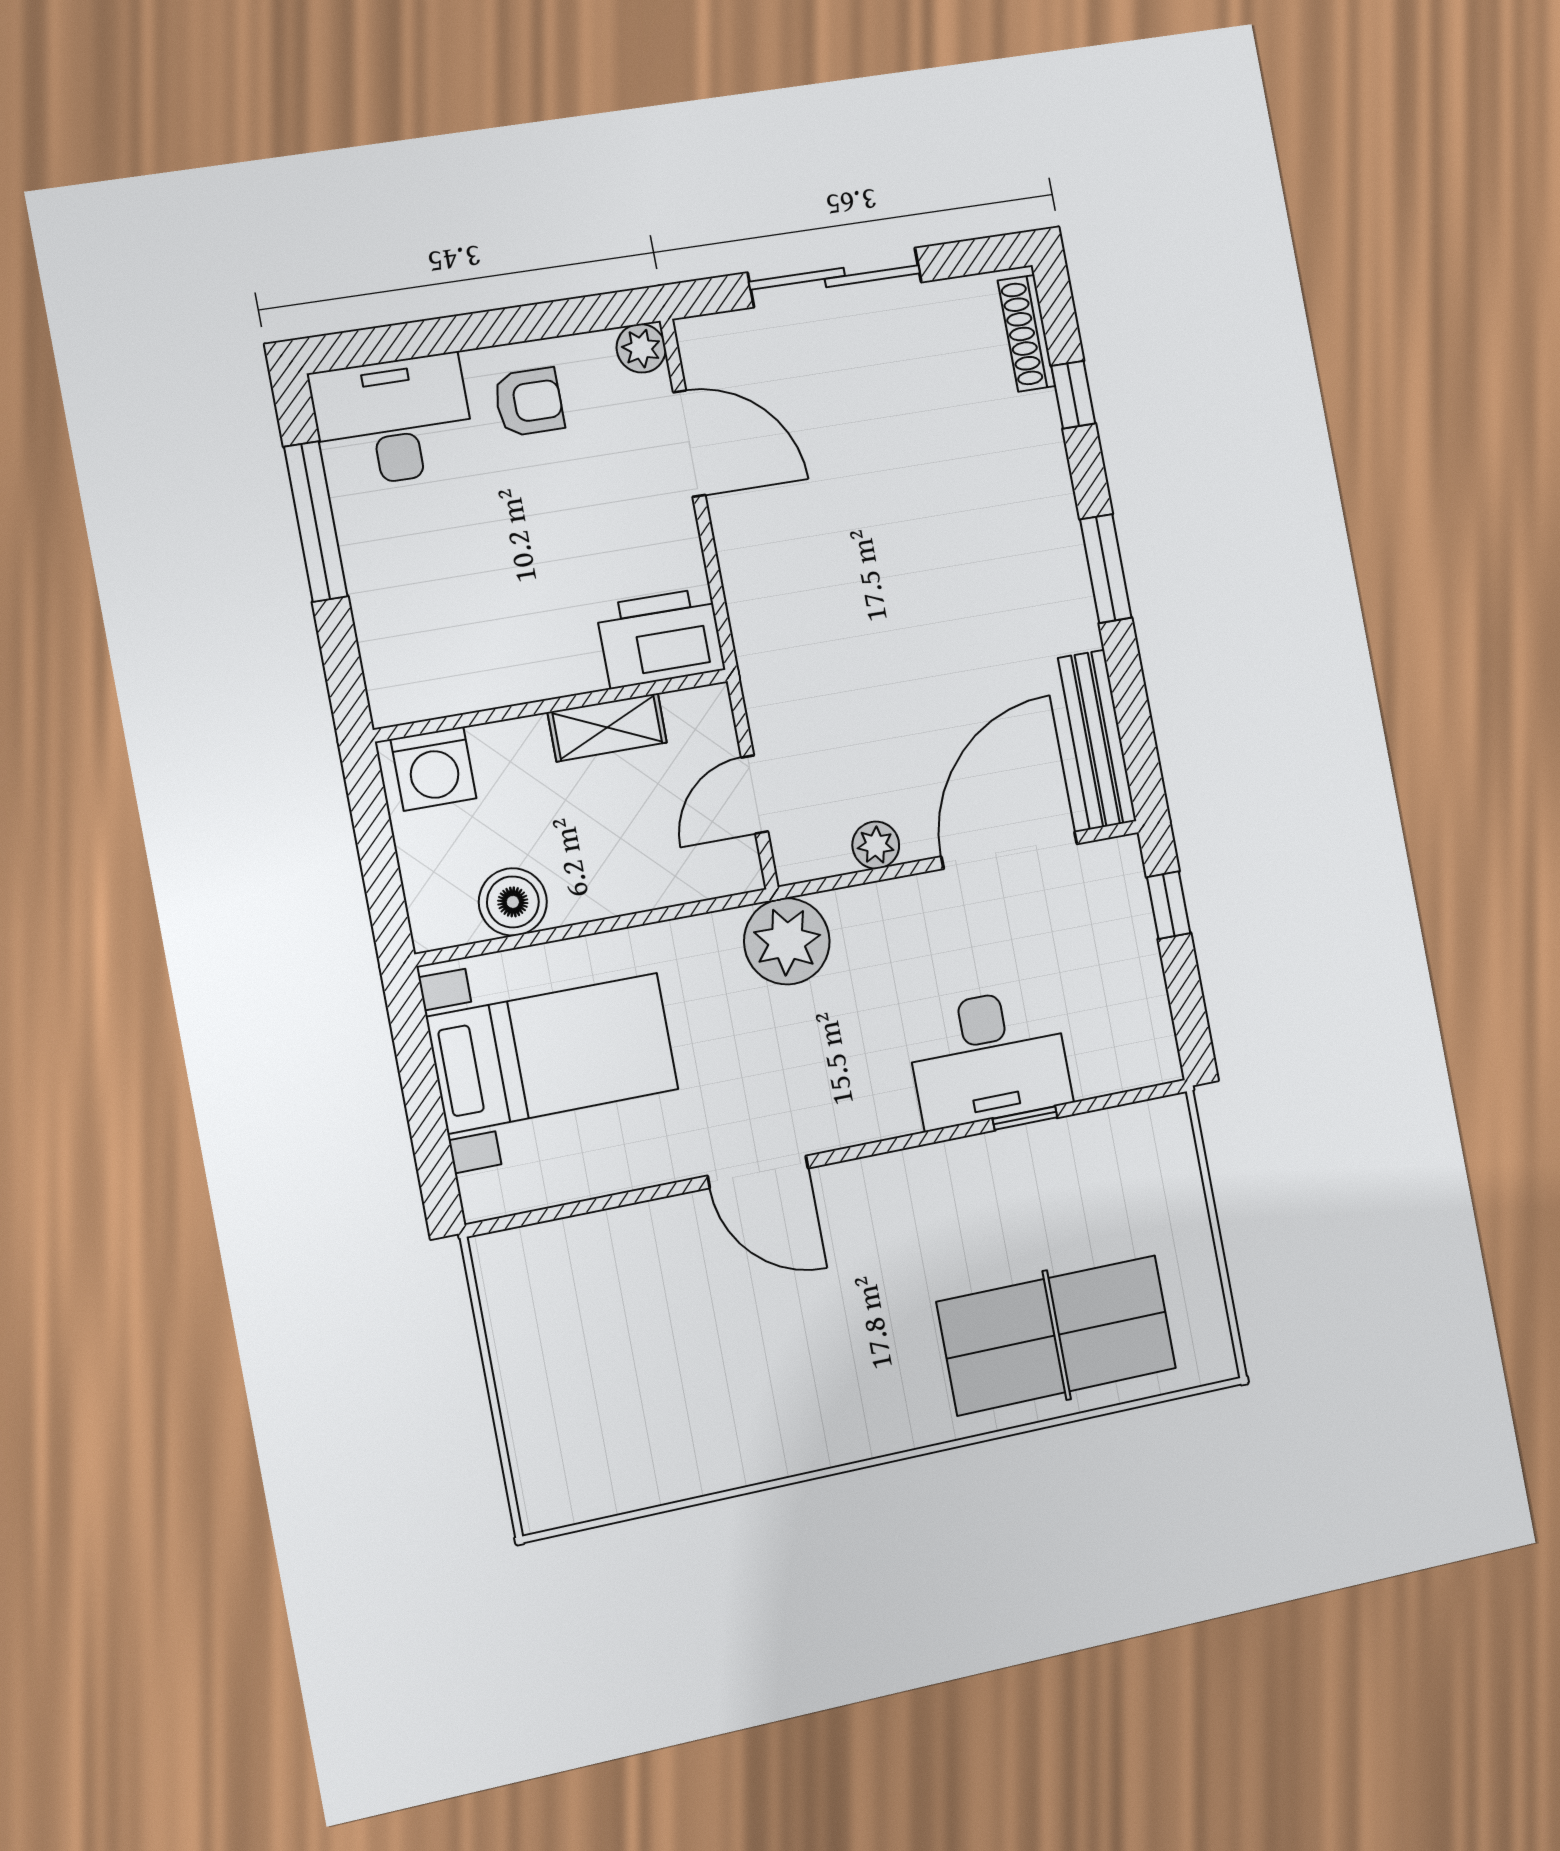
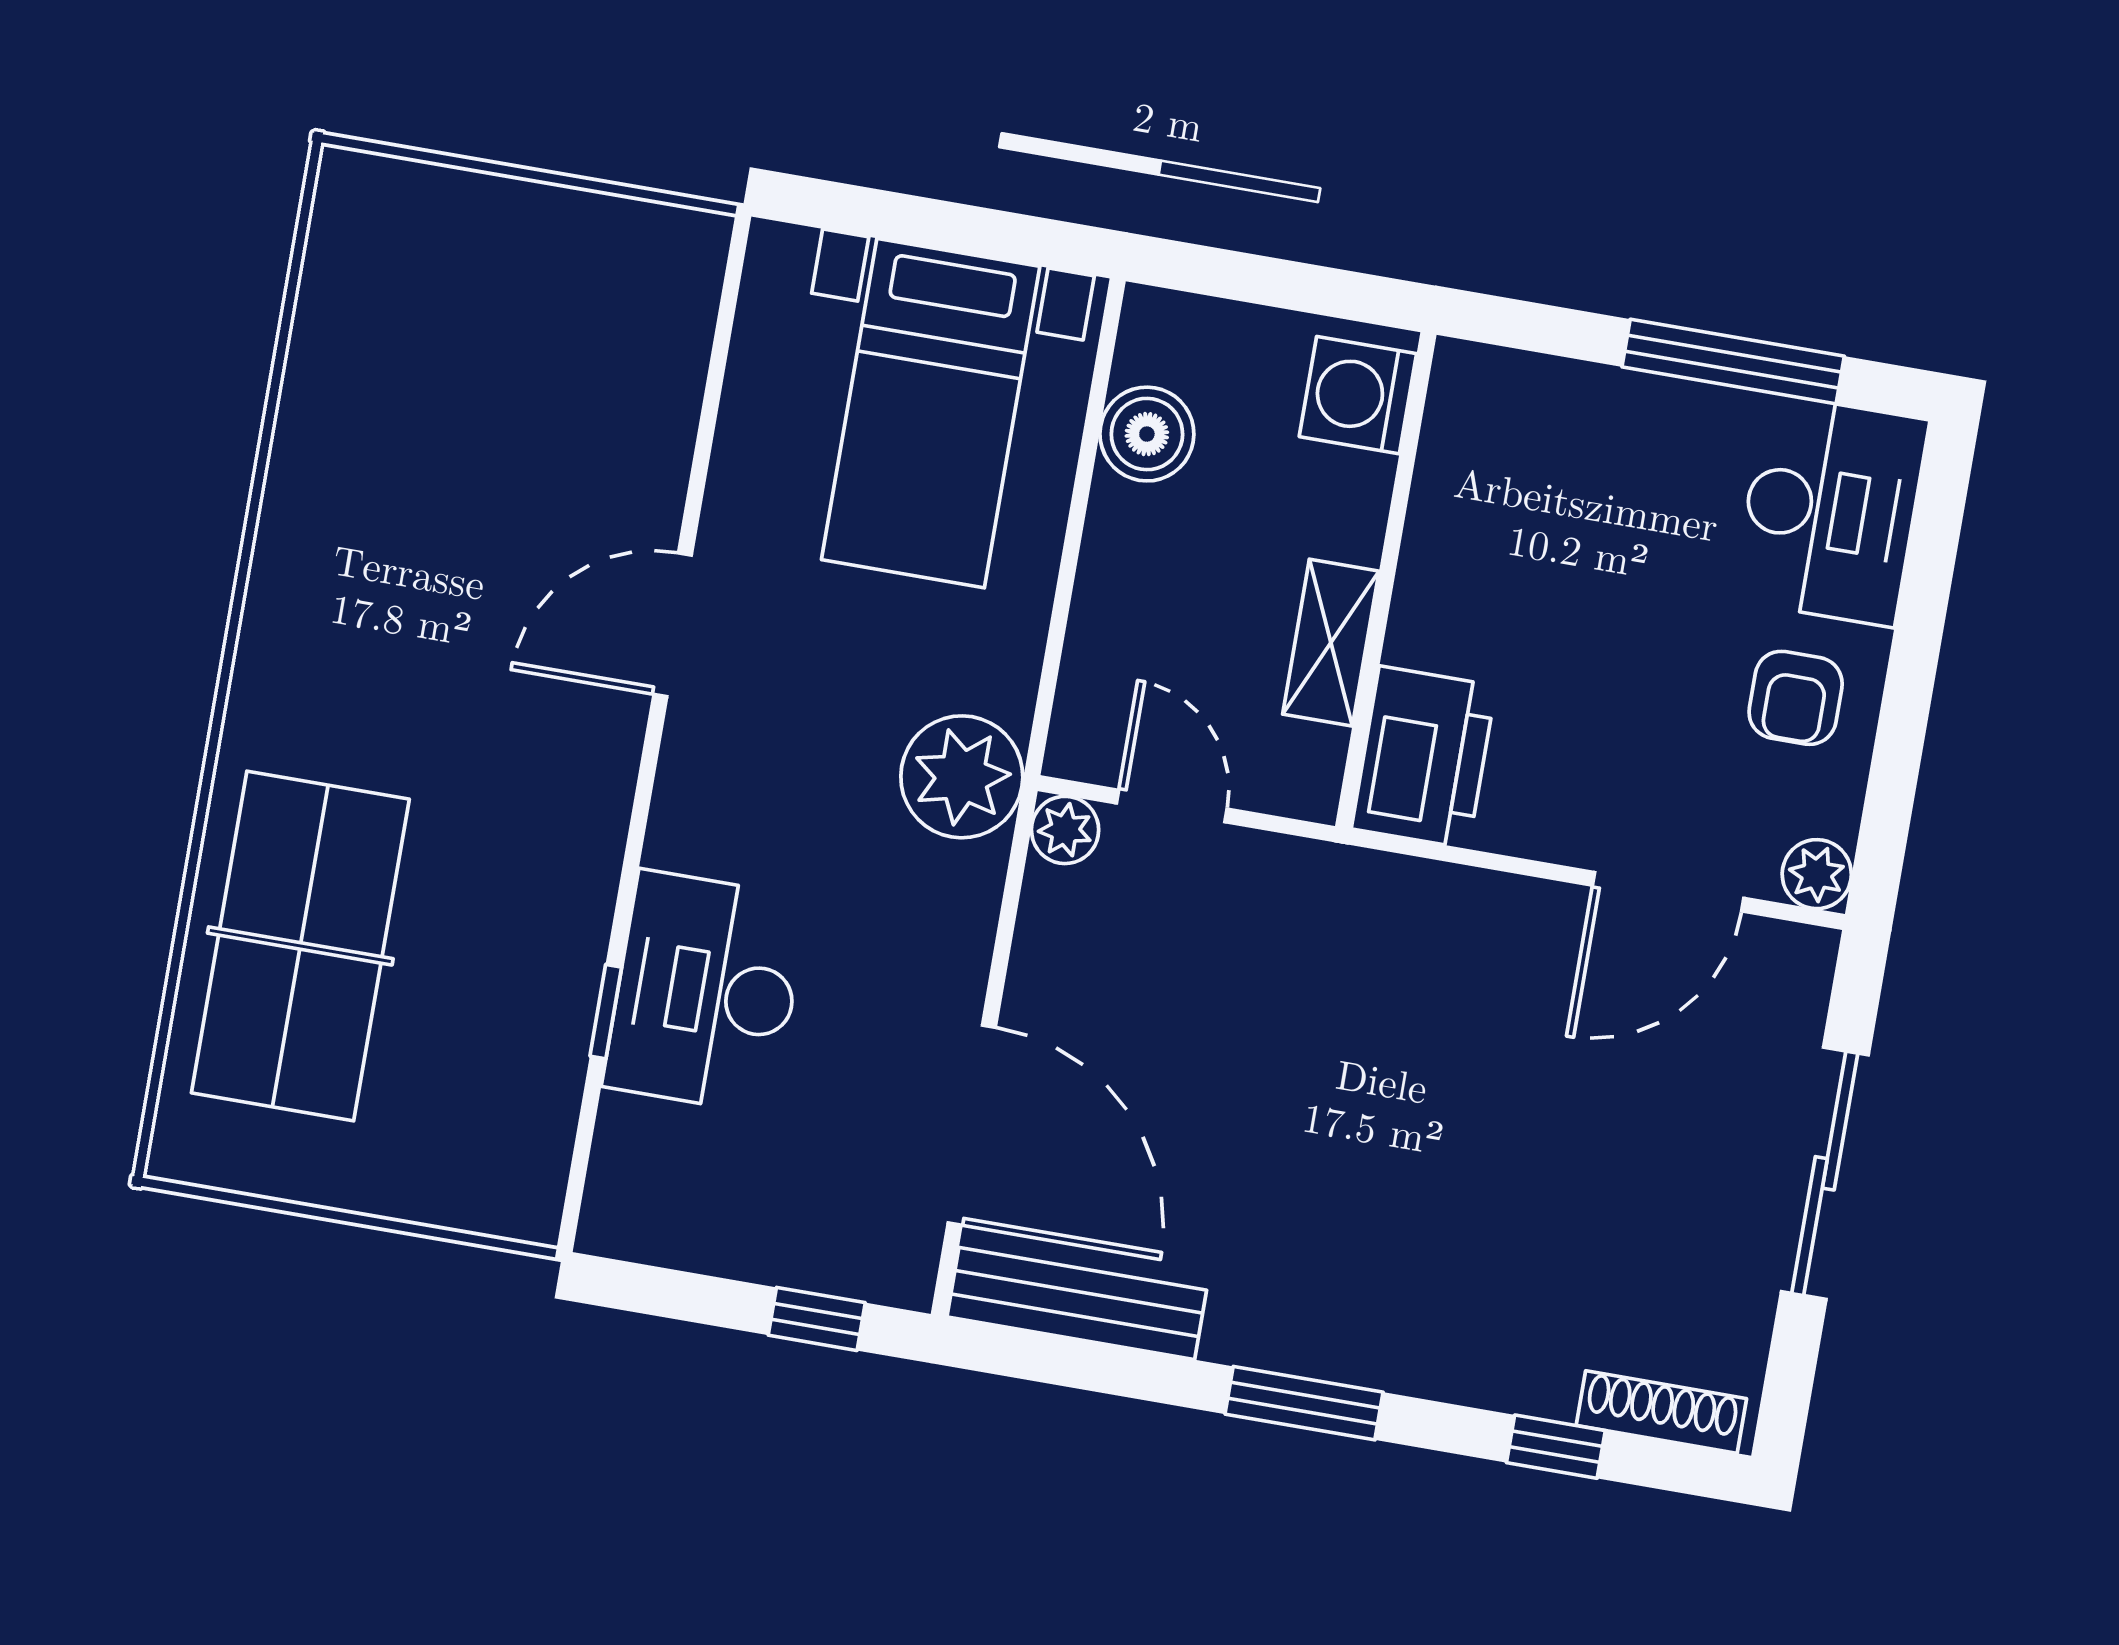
plant: (876, 845) -> (1065, 830), moved

